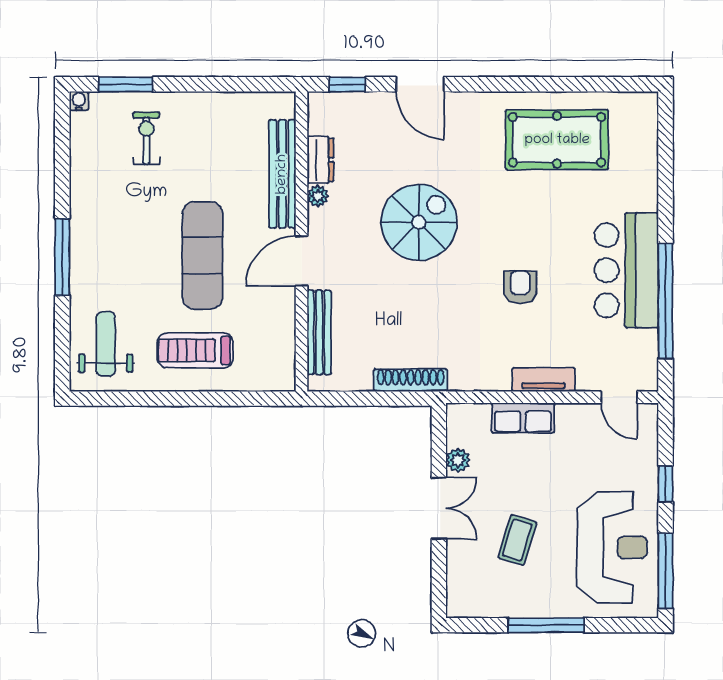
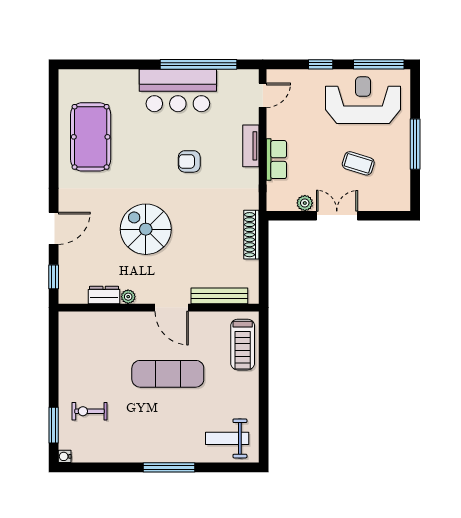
bench: (282, 174) -> (113, 320), removed
treadmill: (195, 350) -> (243, 345), moved

